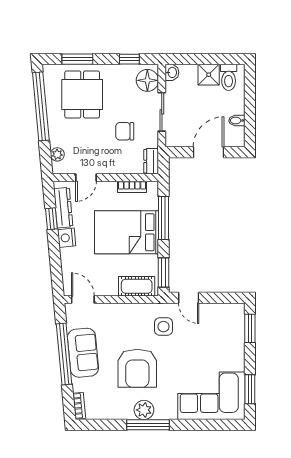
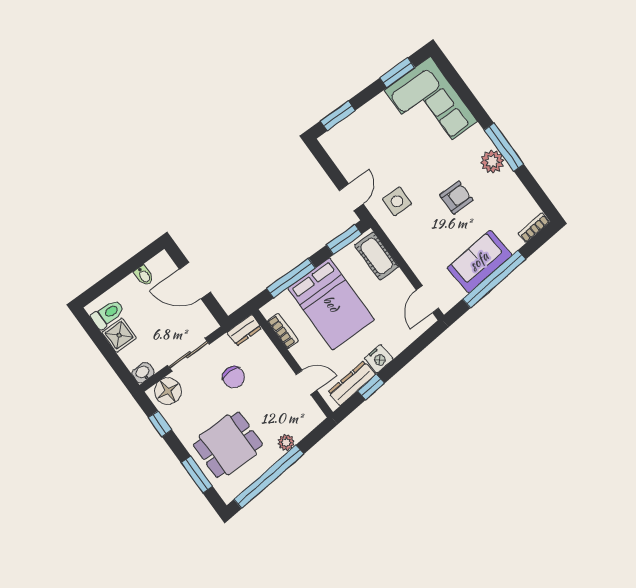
plant: (57, 154) -> (286, 442), moved
armchair: (137, 368) -> (456, 197), width x0.53, depth x0.53

